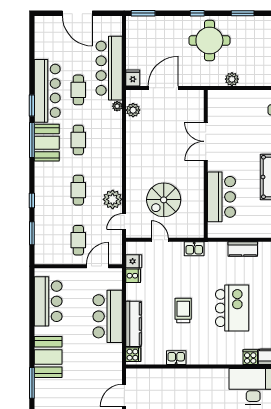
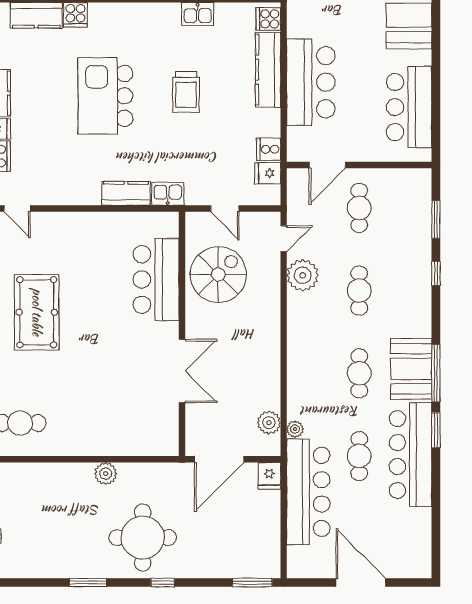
double door: (206, 141) -> (182, 371), moved
wall: (206, 164) -> (182, 334), moved
bar counter: (221, 197) -> (156, 279), moved
kitchen counter: (243, 249) -> (126, 193), moved

